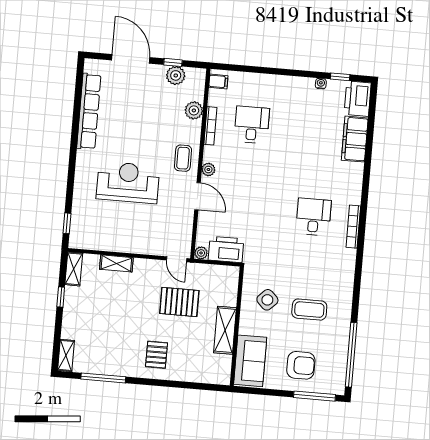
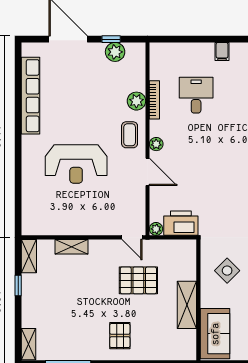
filing cabinet: (218, 82) -> (222, 52), moved, turned 90
plant: (194, 110) -> (136, 101), moved
reception desk: (128, 182) -> (76, 164), turned 180
window: (67, 223) -> (18, 211), removed

